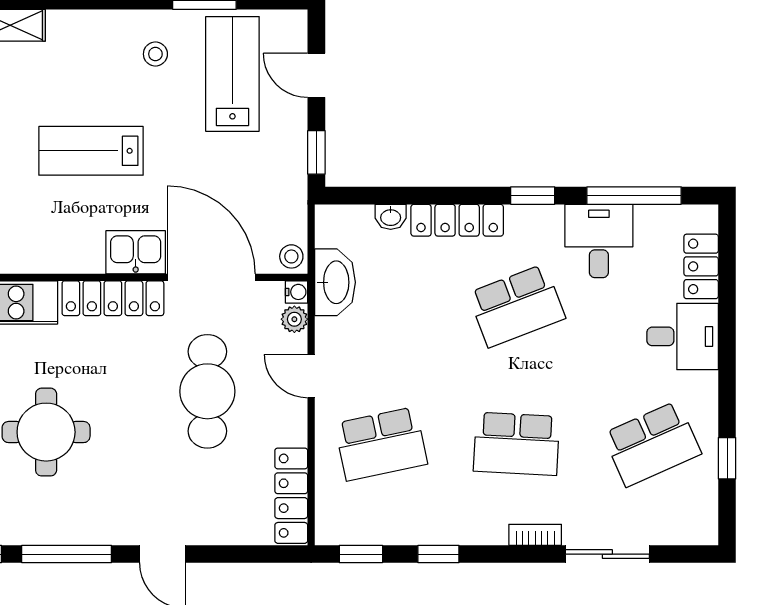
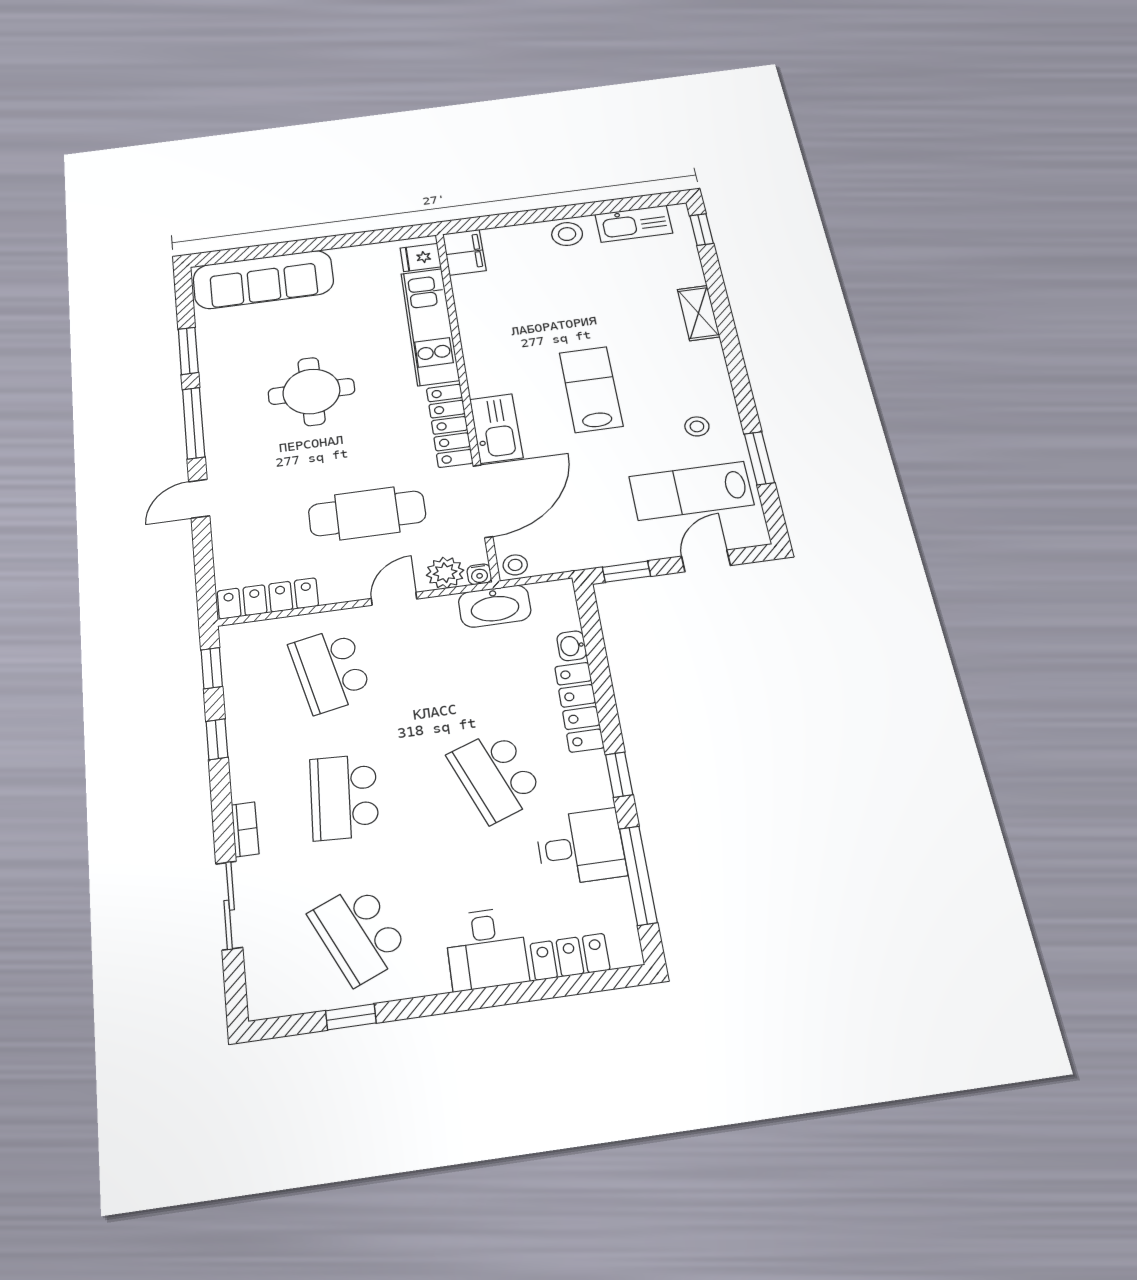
lab bench: (232, 74) -> (691, 491), turned 180
kitchen sink: (136, 252) -> (496, 428), width x1.38
plant: (294, 319) -> (445, 573), width x1.38, depth x1.38

